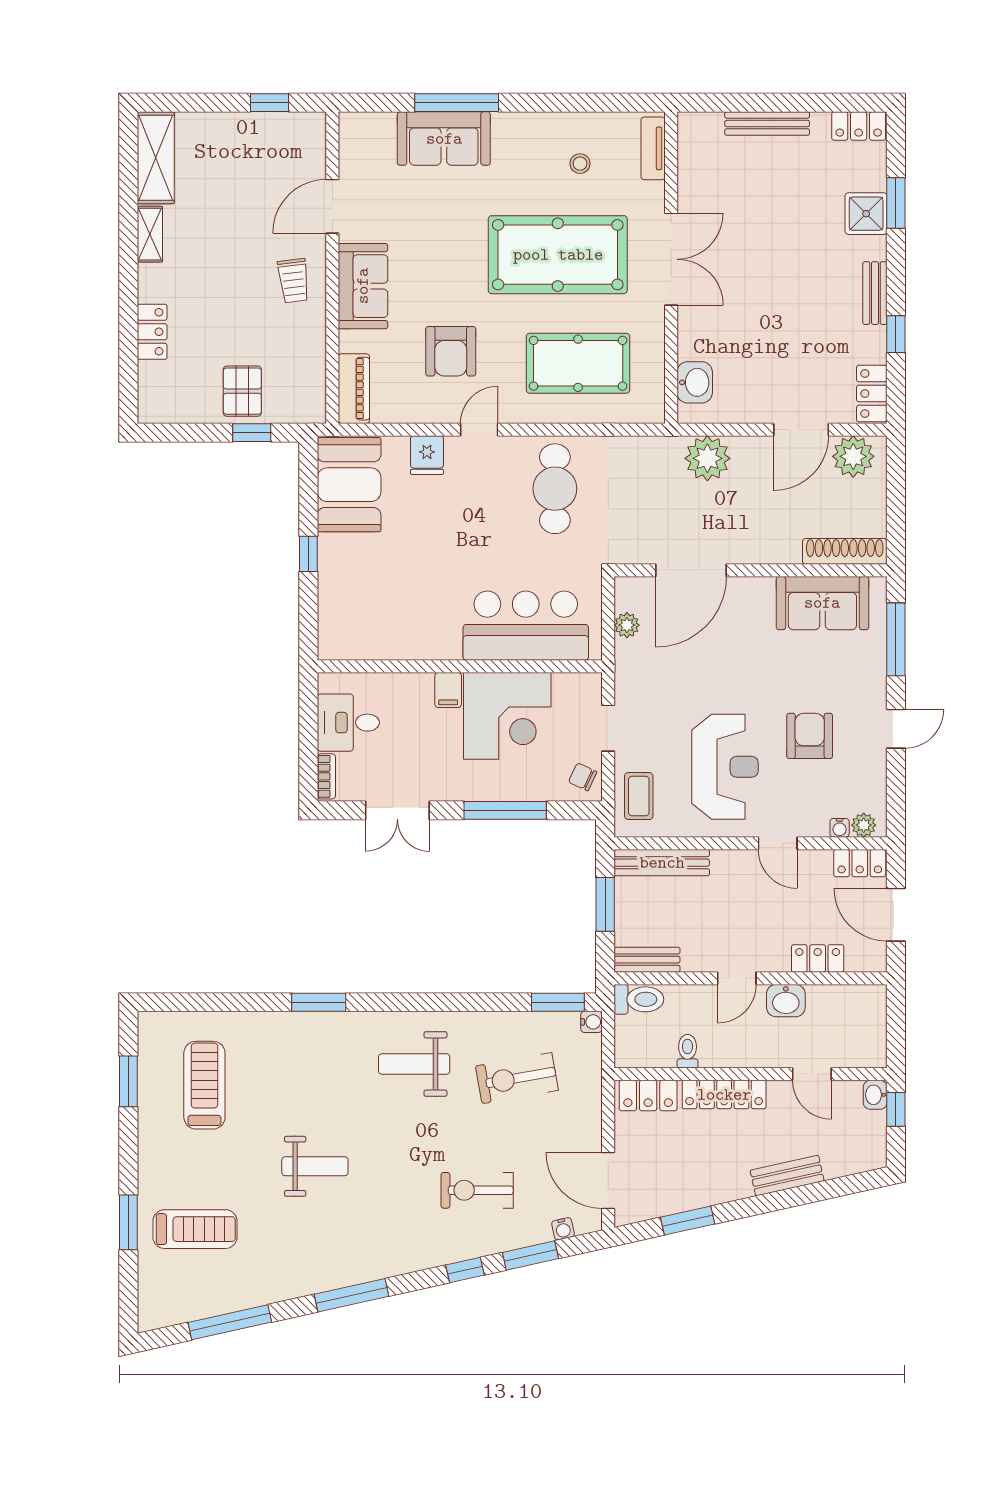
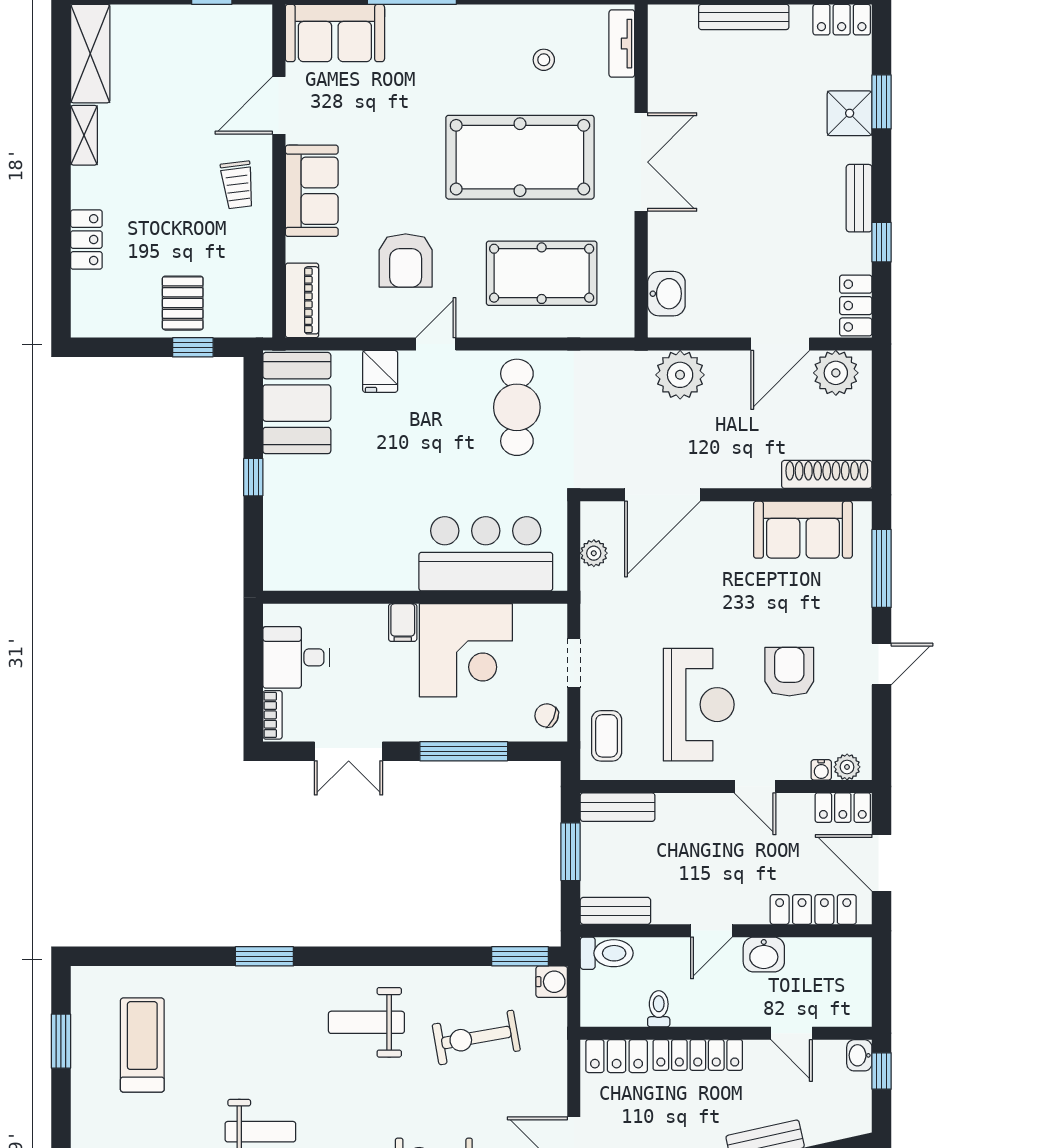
sofa: (444, 139) -> (335, 33), moved
bench: (662, 863) -> (618, 807), width x0.73
locker: (818, 958) -> (813, 909), width x1.53
water cooler: (591, 1022) -> (552, 982), width x1.38, depth x1.38

